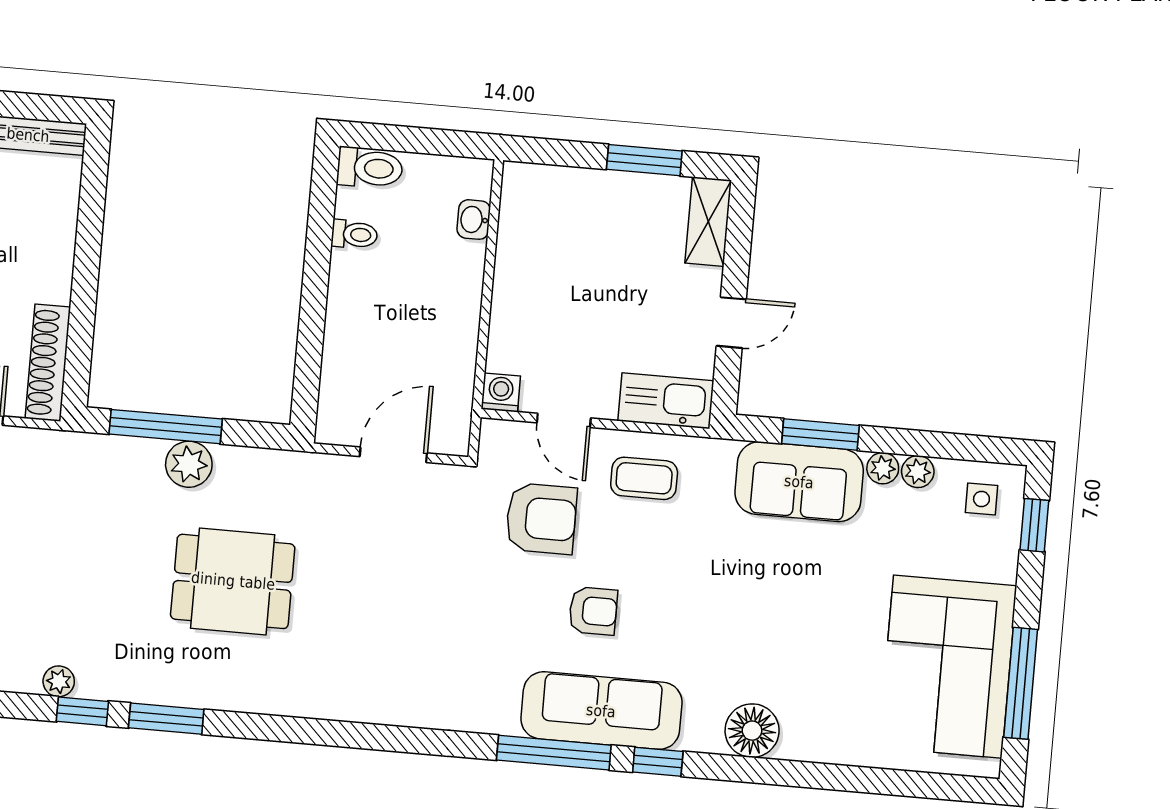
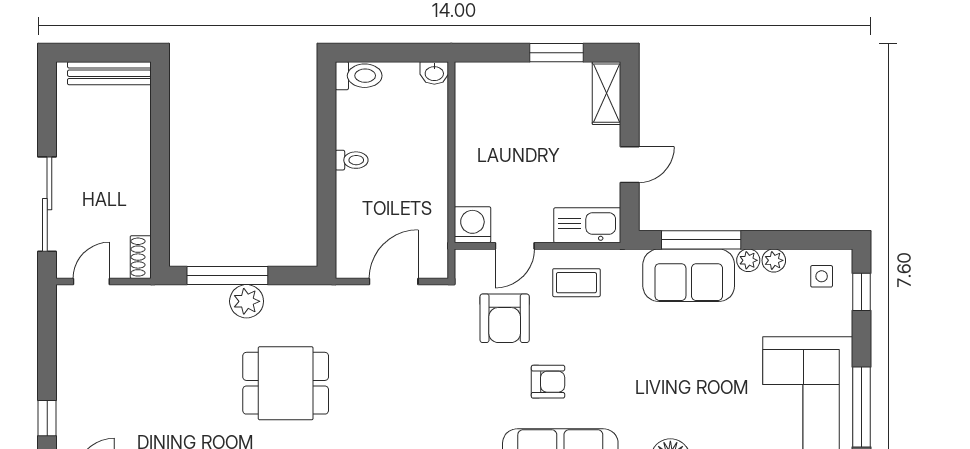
washbasin: (474, 220) -> (434, 73), moved, turned -90
toilet: (354, 234) -> (352, 160), moved
shoe rack: (48, 363) -> (141, 257), width x0.51, depth x0.81
washing machine: (501, 392) -> (472, 225), width x1.38, depth x1.38
door: (564, 420) -> (515, 246), hinge flipped
window: (820, 435) -> (701, 240), width x1.44
armchair: (541, 519) -> (505, 318), turned 90

